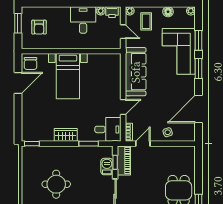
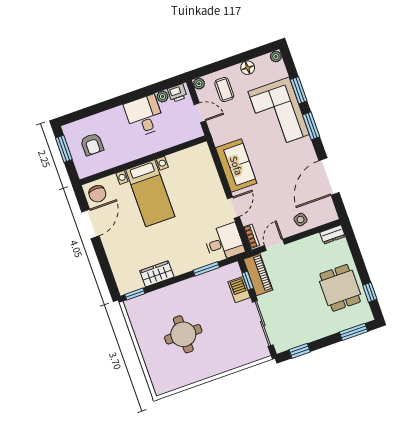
sofa: (136, 72) -> (236, 166), width x0.73
wardrobe: (66, 135) -> (157, 274), moved
dresser: (187, 151) -> (332, 235), added

